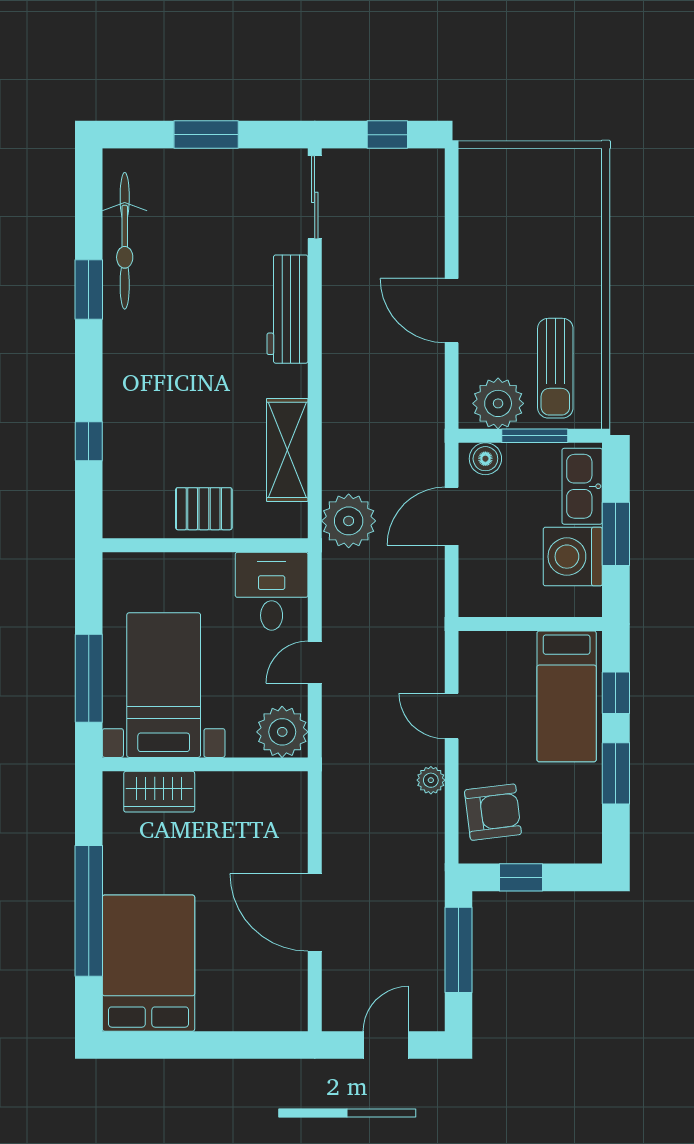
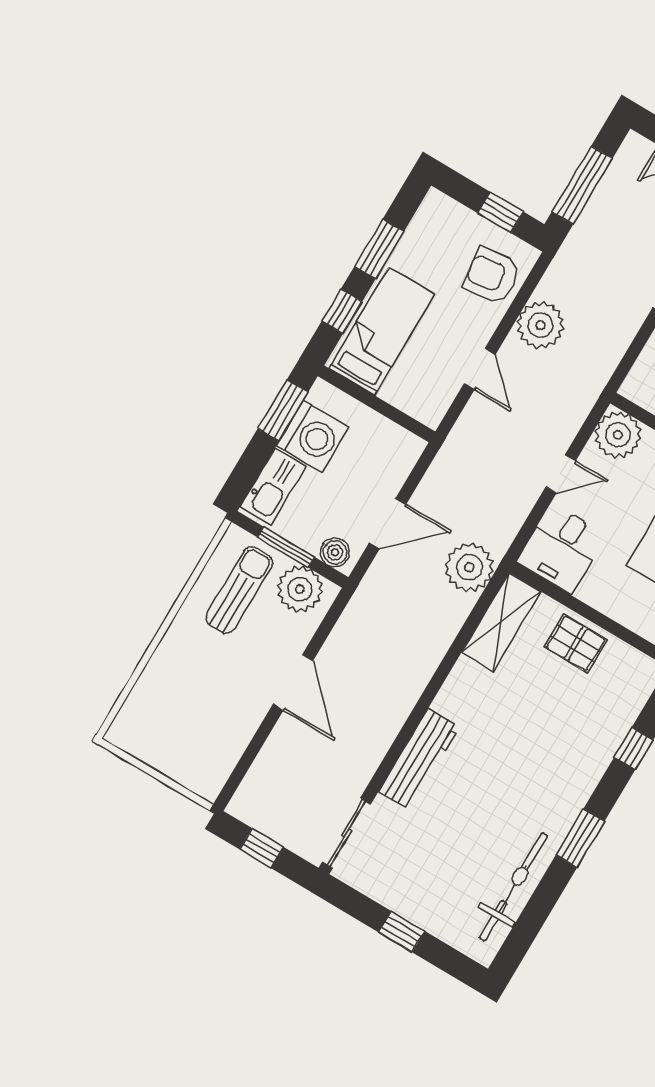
window: (206, 135) -> (402, 932), width x0.67
window: (89, 290) -> (580, 838), moved
shelving: (287, 450) -> (501, 622), moved
window: (616, 534) -> (283, 410), moved
plant: (431, 780) -> (540, 325), width x1.88, depth x1.88

